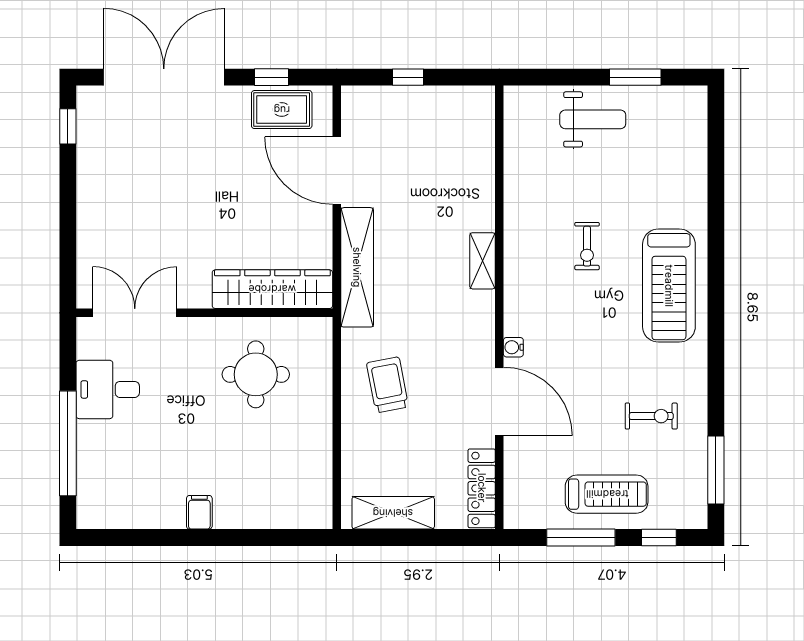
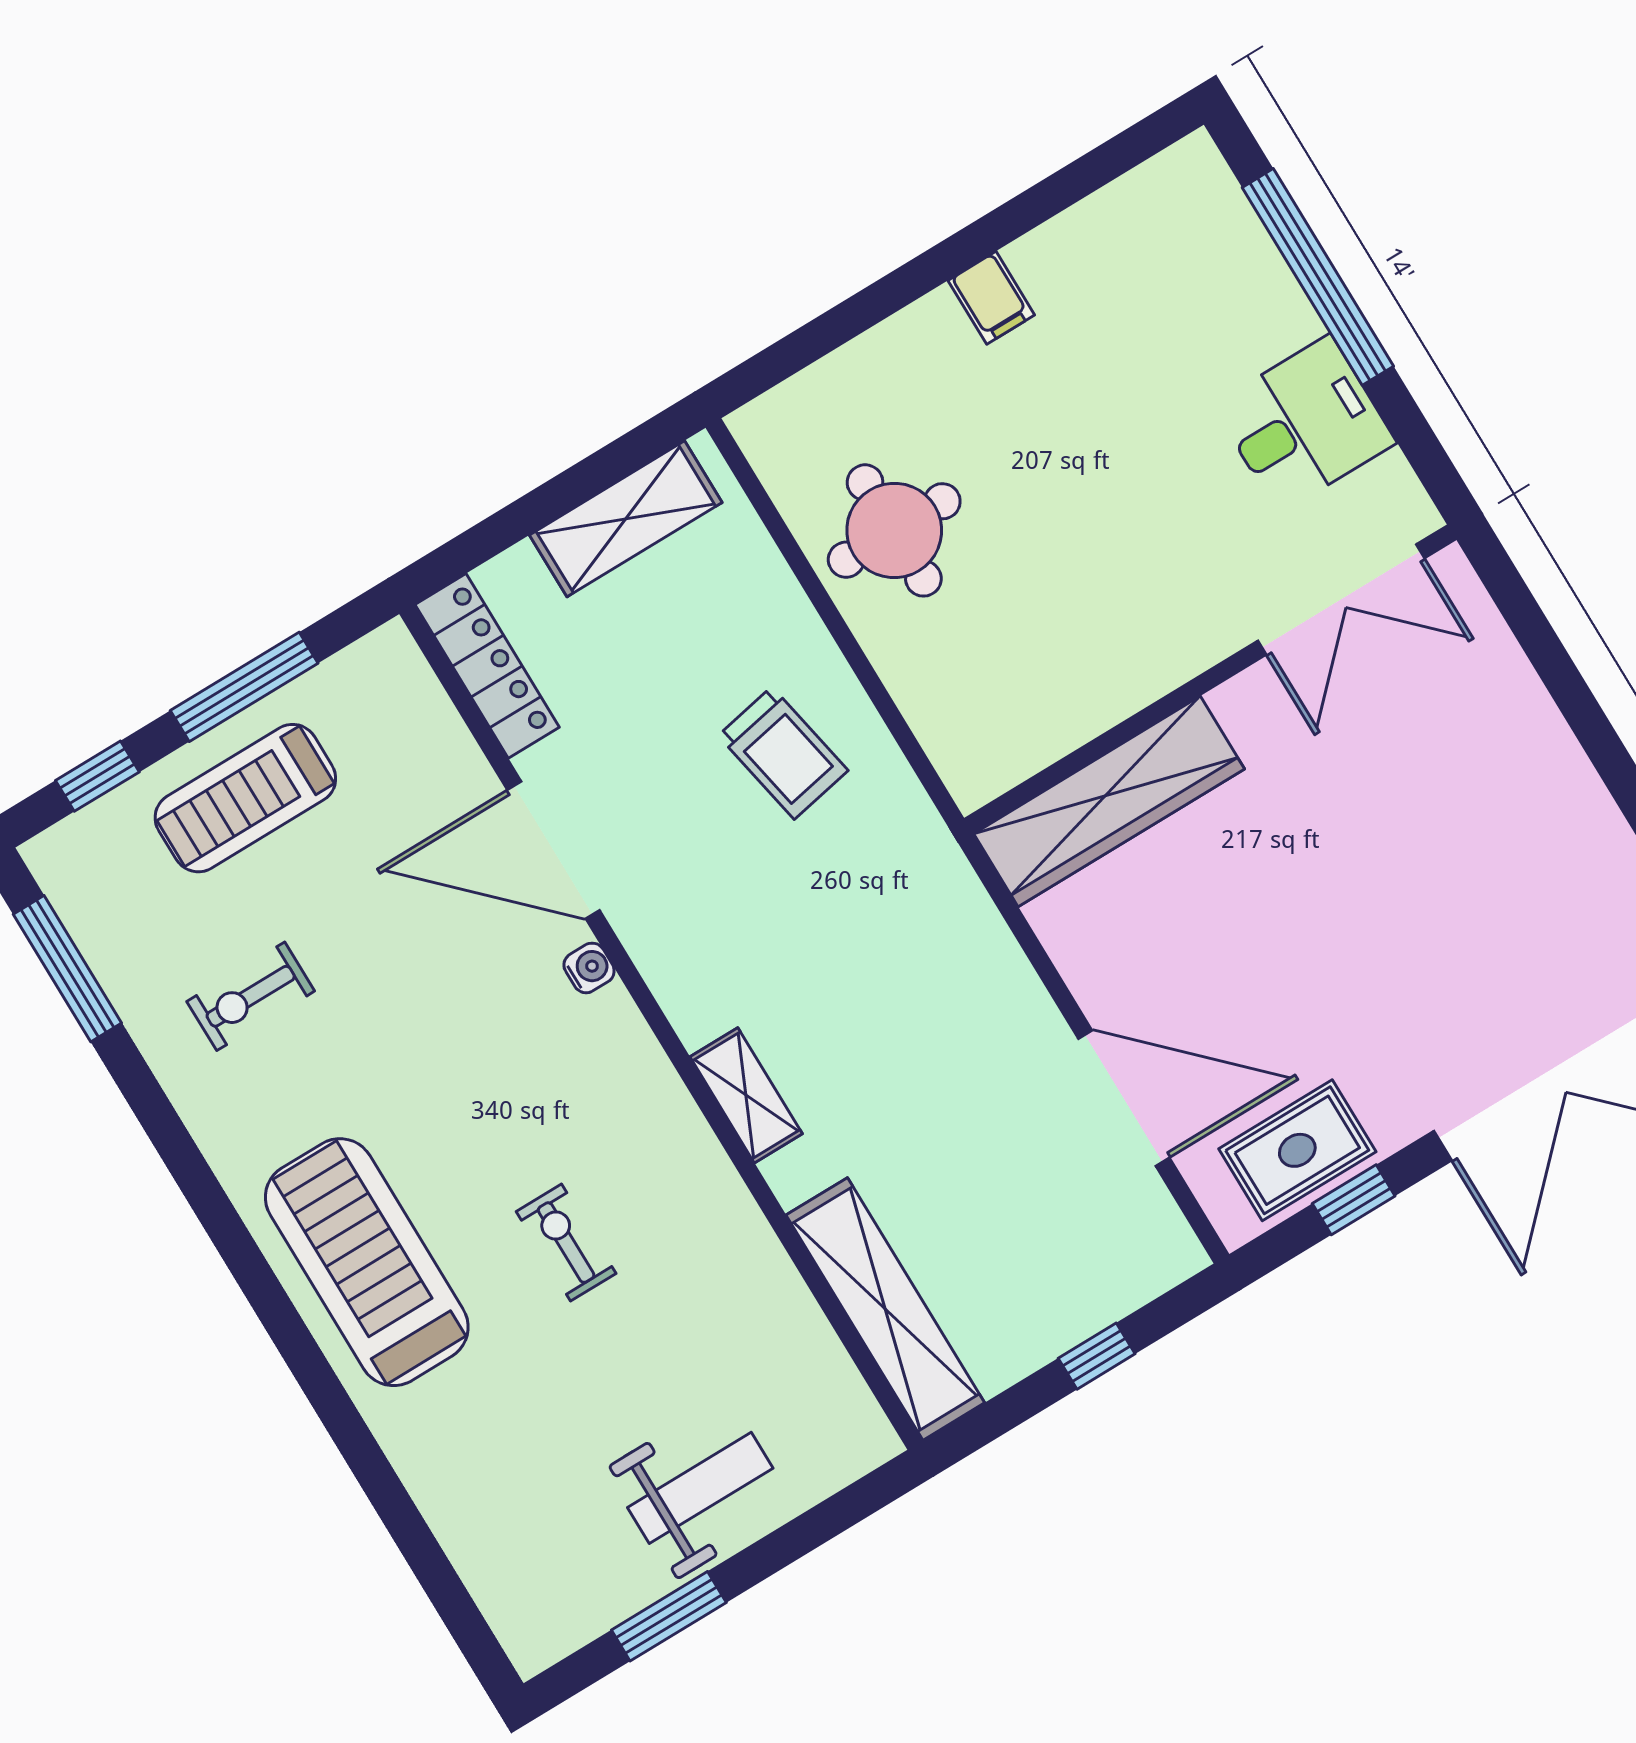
weight bench: (593, 119) -> (700, 1488), turned 180
shelving: (357, 267) -> (885, 1309), moved
round table: (256, 374) -> (894, 530), moved

